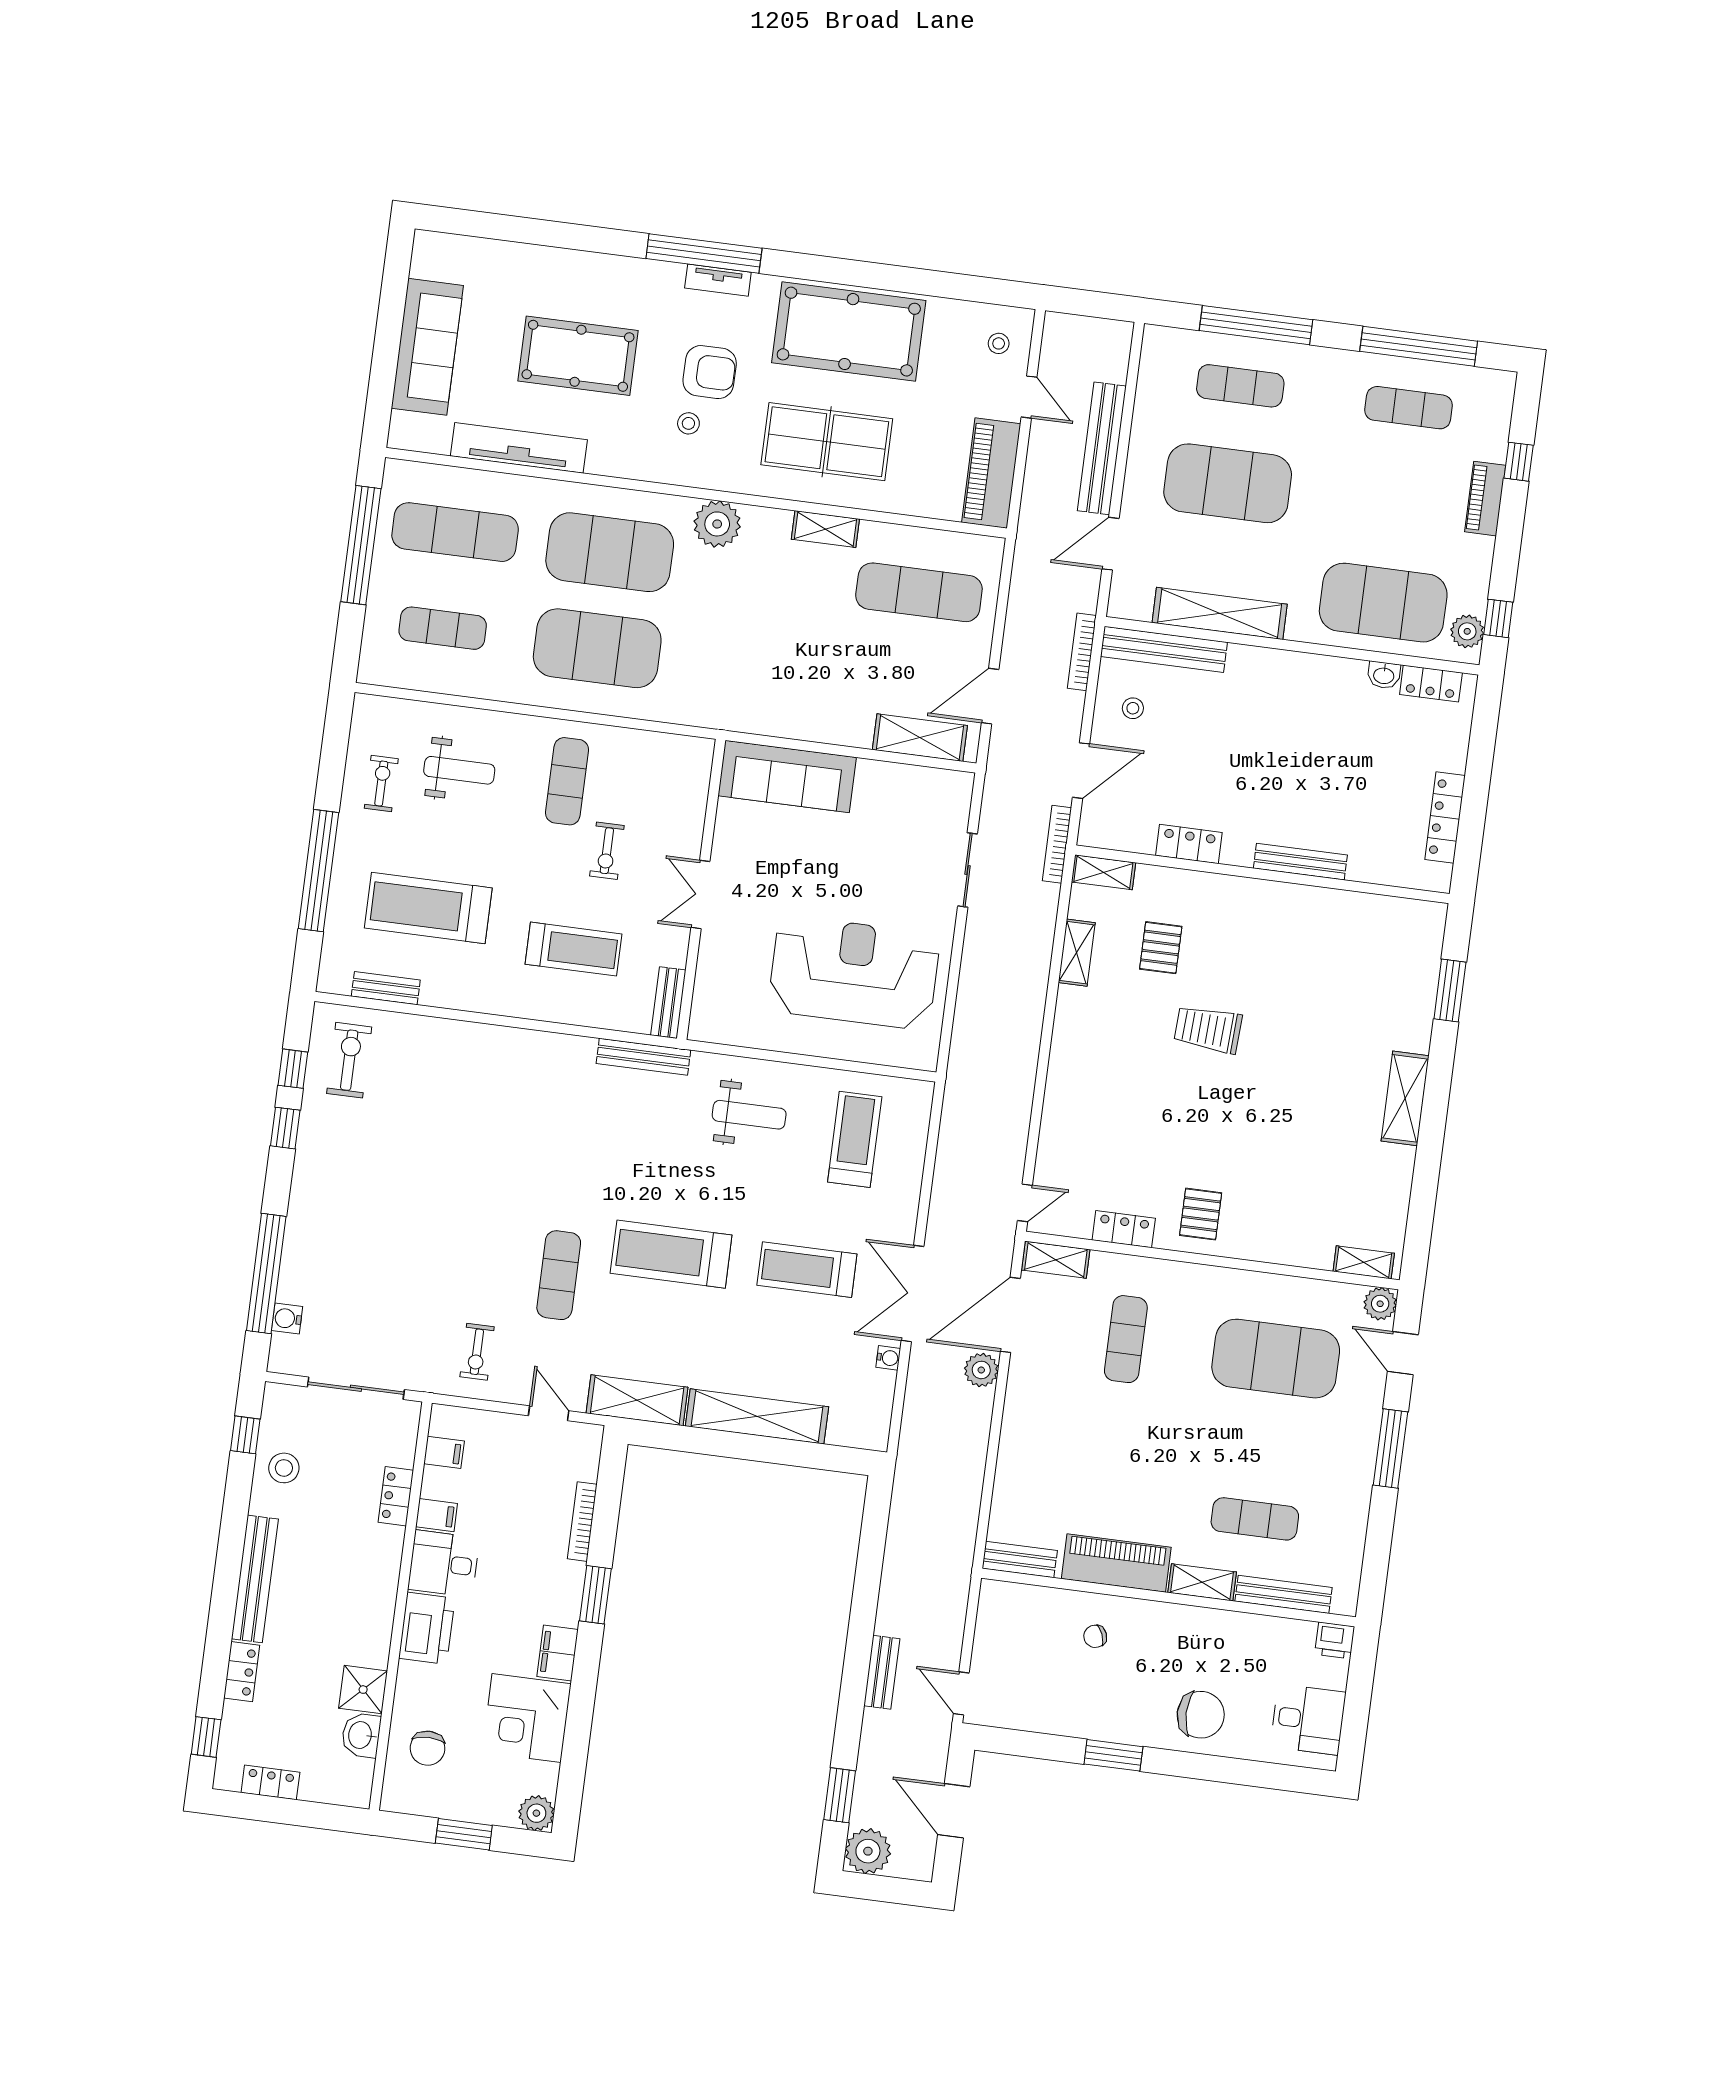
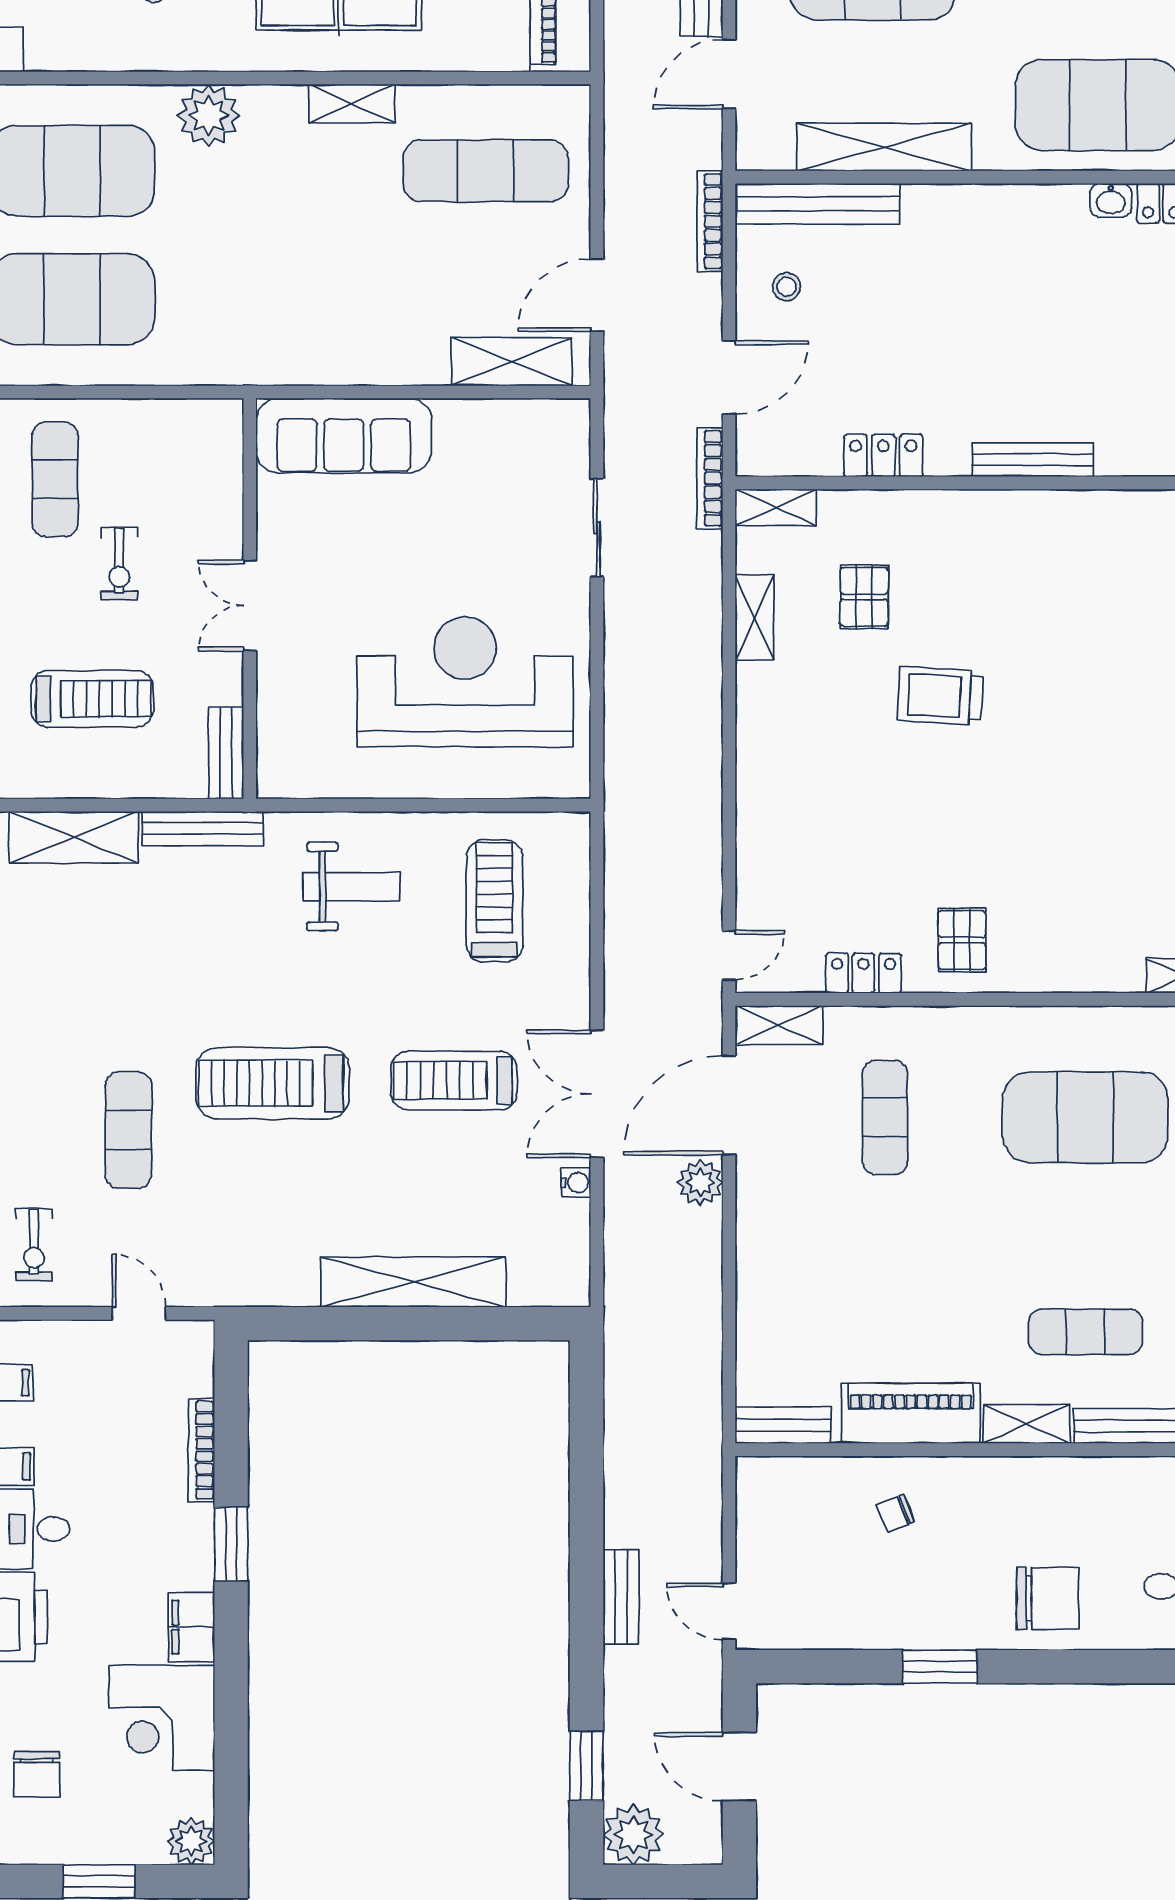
shelving: (637, 1400) -> (74, 837), moved

